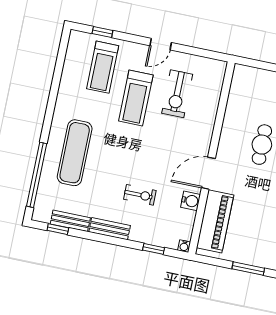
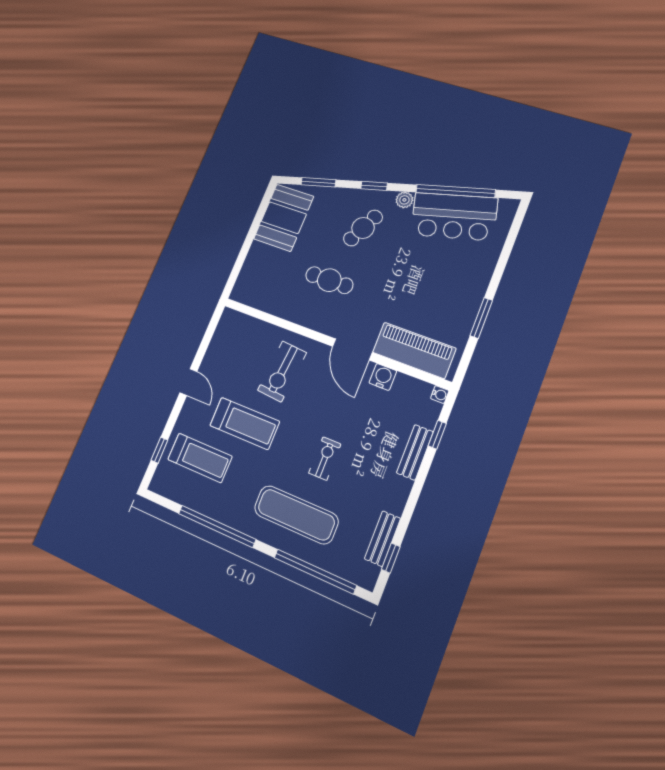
window: (54, 92) -> (217, 526), added
exercise bike: (177, 94) -> (282, 371), moved, turned 95
exercise bike: (140, 195) -> (325, 458), moved
bench: (110, 229) -> (415, 452), moved

